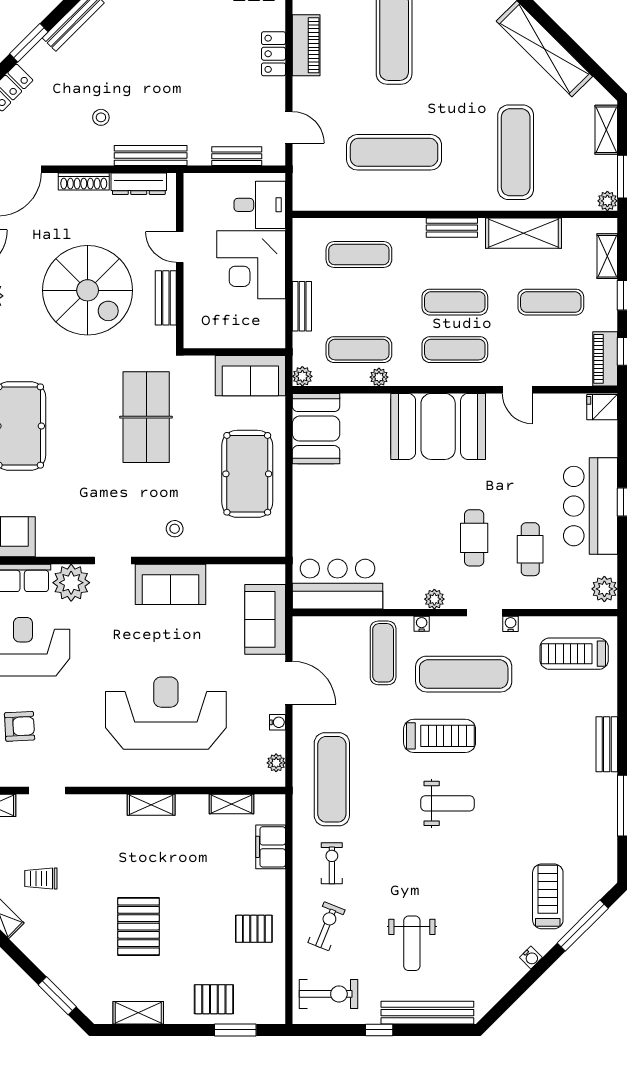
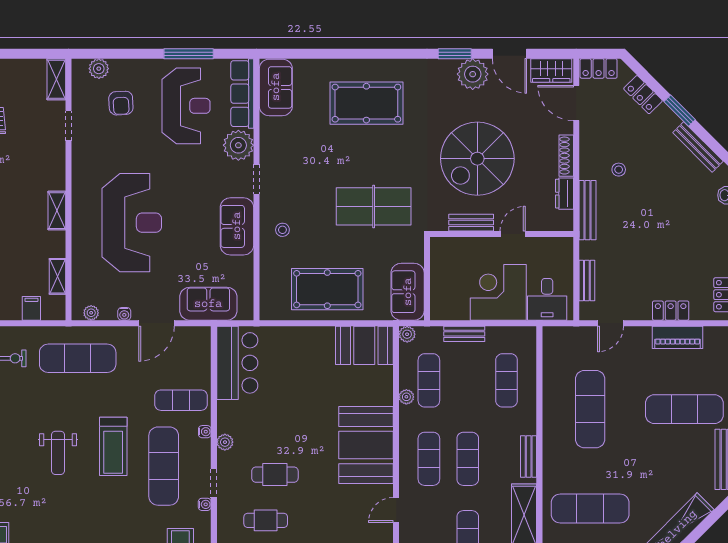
dresser: (139, 184) -> (564, 194), width x0.70
filing cabinet: (271, 847) -> (31, 308), width x0.50

